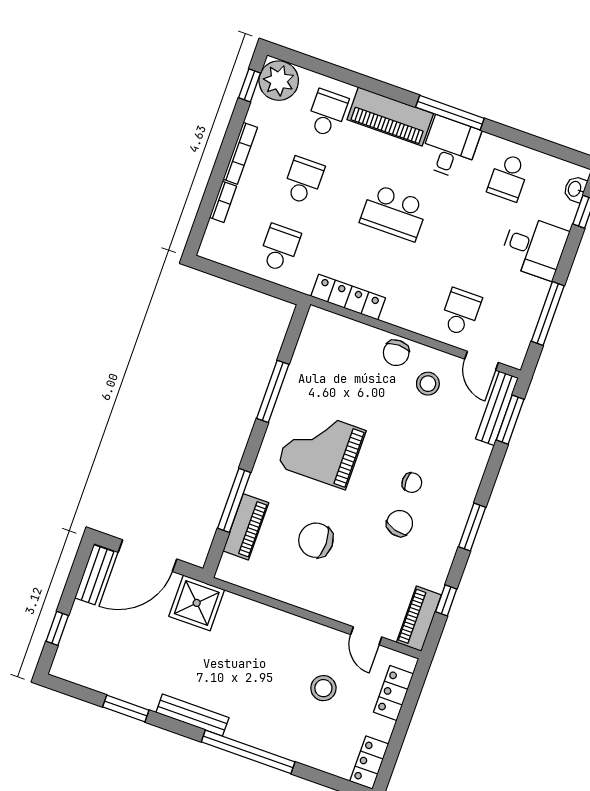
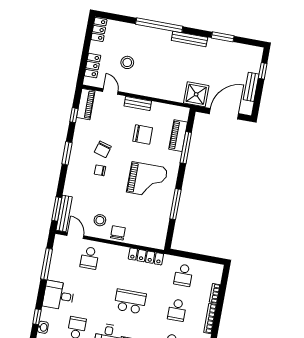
bench: (94, 575) -> (251, 87), moved
bench: (316, 603) -> (138, 104), added

